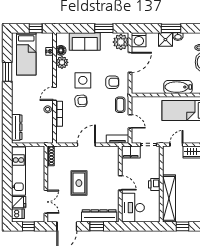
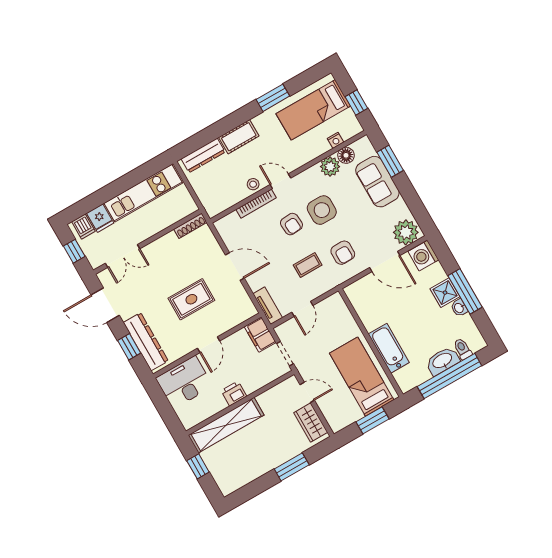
window: (104, 28) -> (390, 161), moved
window: (171, 28) -> (465, 291), width x1.44
cot: (18, 102) -> (239, 137), added
coffee table: (120, 105) -> (308, 265), moved
rug: (79, 183) -> (191, 299), moved

